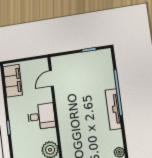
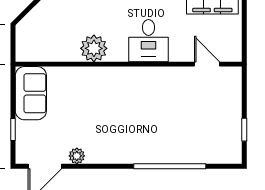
tv unit: (113, 109) -> (144, 155), removed

